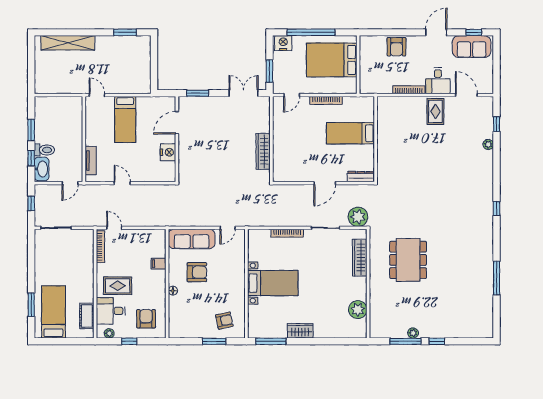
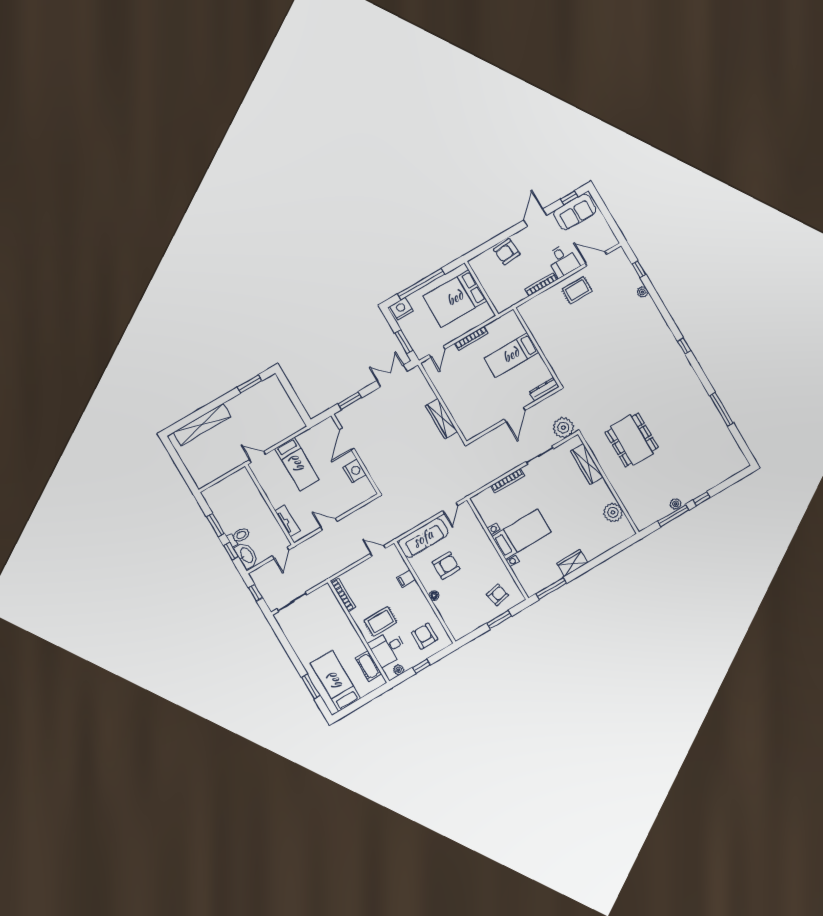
armchair: (396, 47) -> (507, 252), turned 85
rug: (435, 111) -> (577, 290), turned 90
door: (114, 228) -> (378, 551), moved

